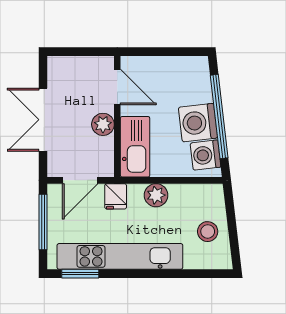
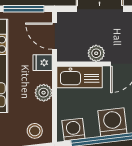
washing machine: (198, 123) -> (112, 122), moved
stool: (208, 232) -> (35, 131), moved

